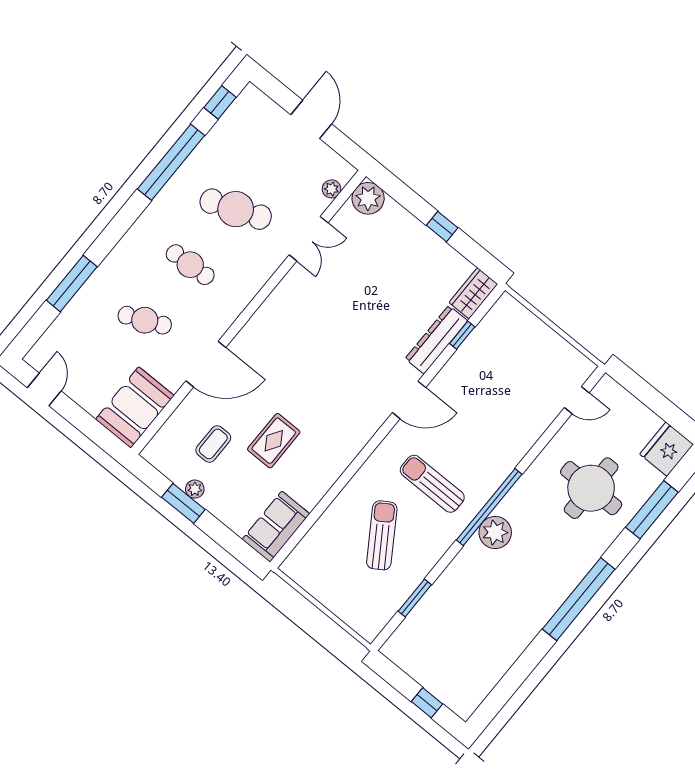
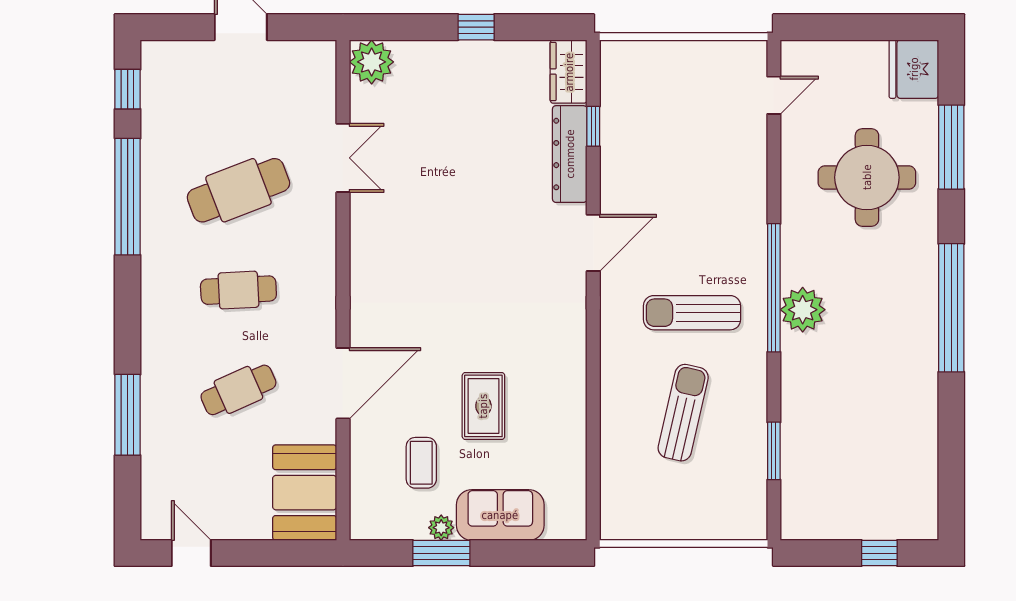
plant: (332, 189) -> (324, 84), removed
sofa: (276, 527) -> (500, 515), moved, turned 90
sun lounger: (382, 535) -> (683, 413), turned 46

